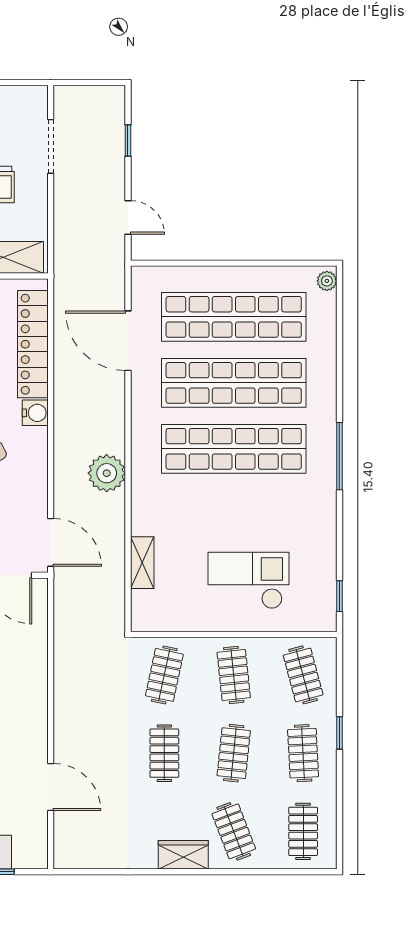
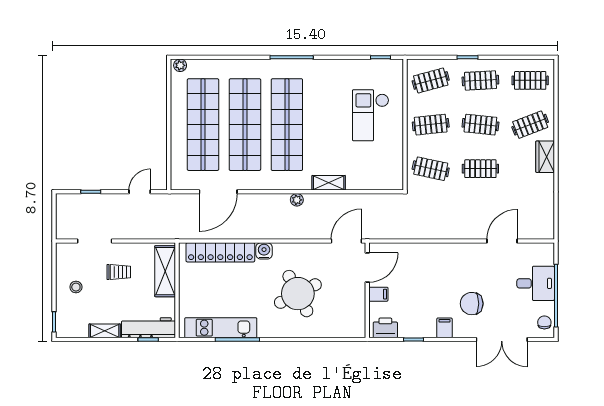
plant: (107, 473) -> (297, 200), width x0.53, depth x0.53
shelving: (142, 563) -> (329, 183), moved

